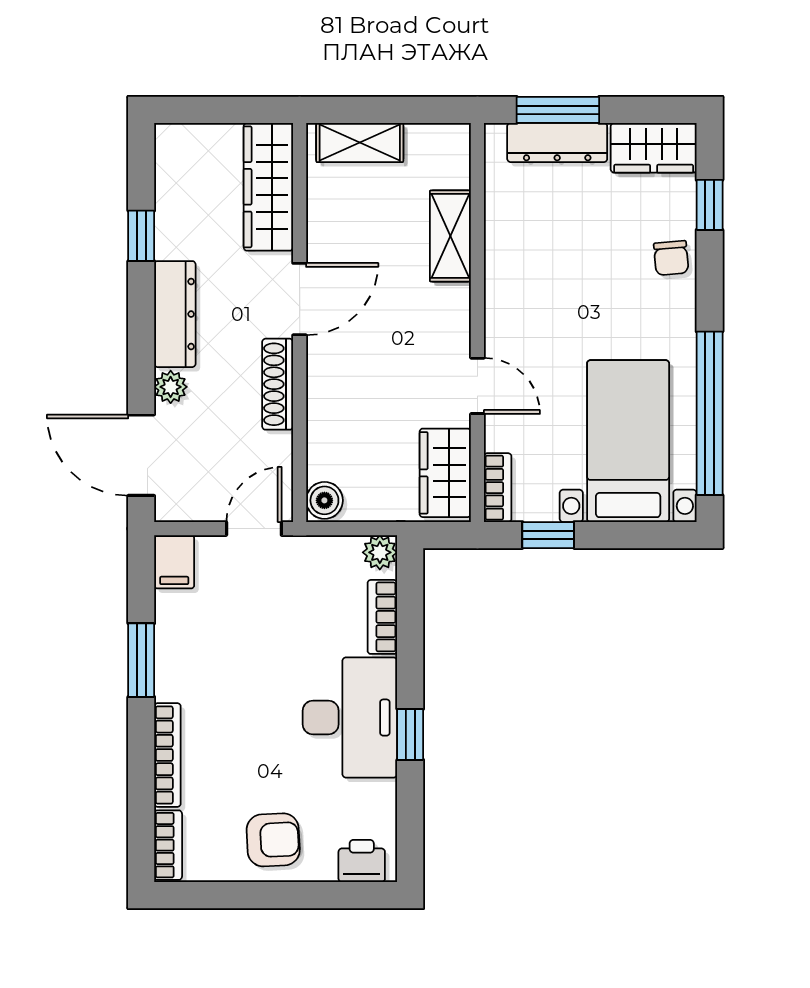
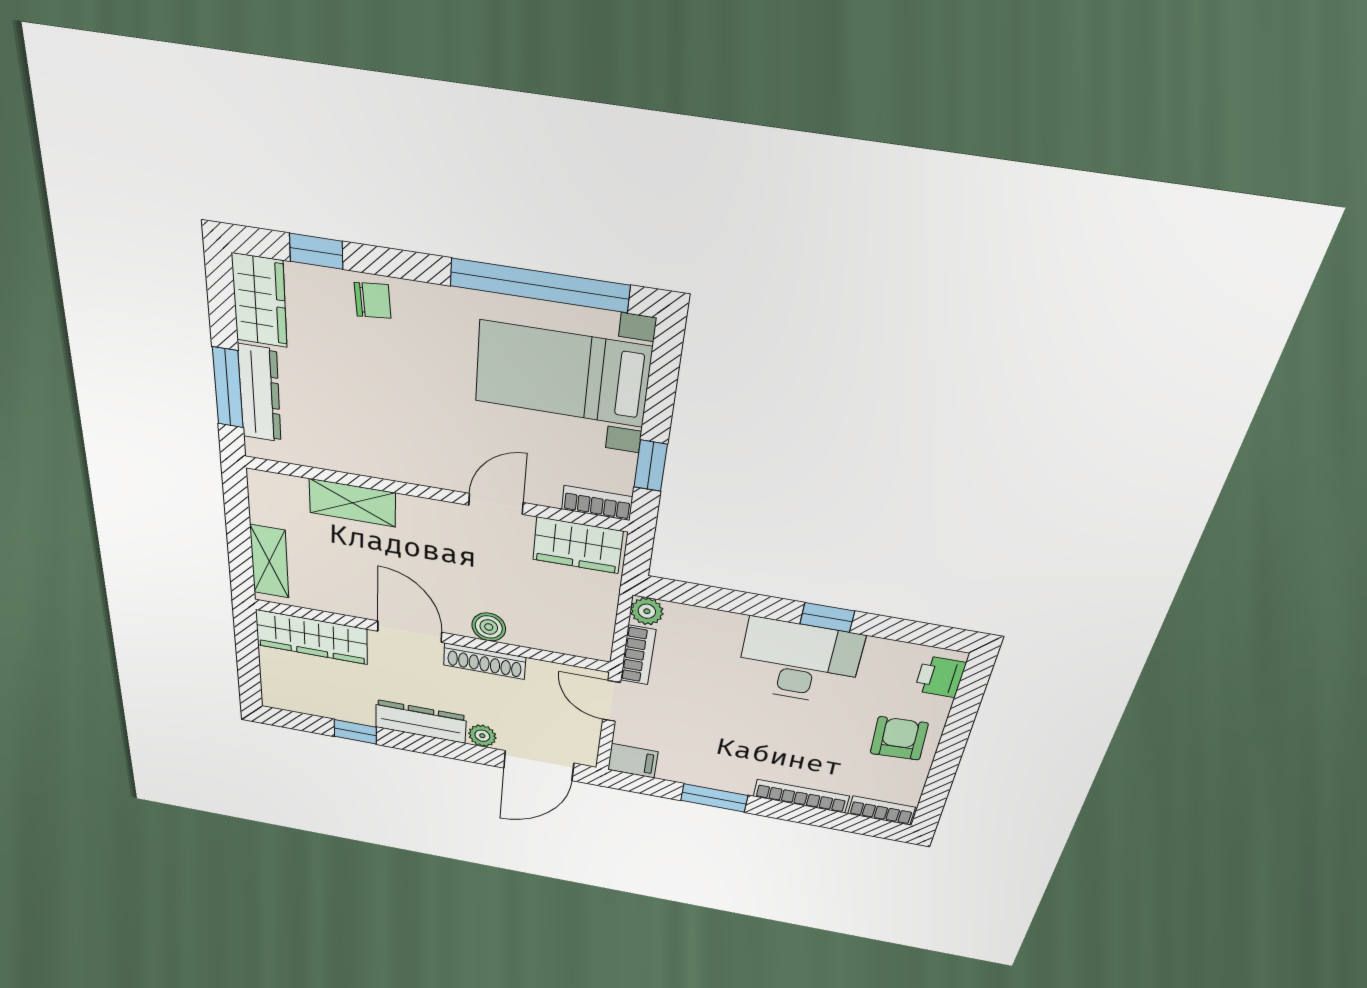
boiler: (324, 500) -> (489, 627), moved
bookcase: (382, 617) -> (638, 655), moved, turned -90

